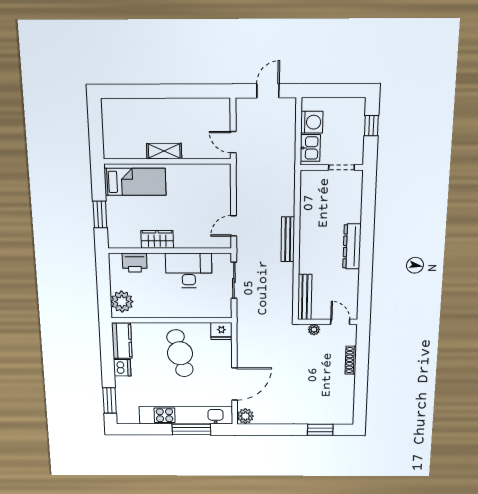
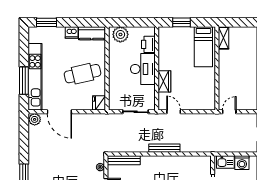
shelving: (164, 151) -> (224, 38), moved
wardrobe: (157, 239) -> (164, 81), moved
desk: (189, 270) -> (143, 69), moved

